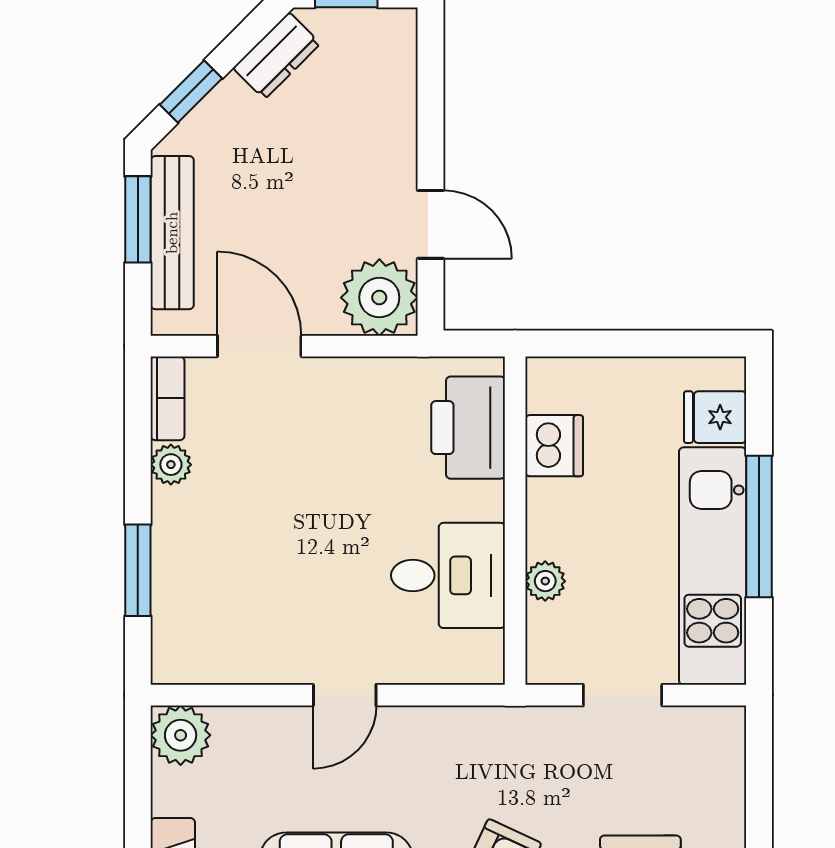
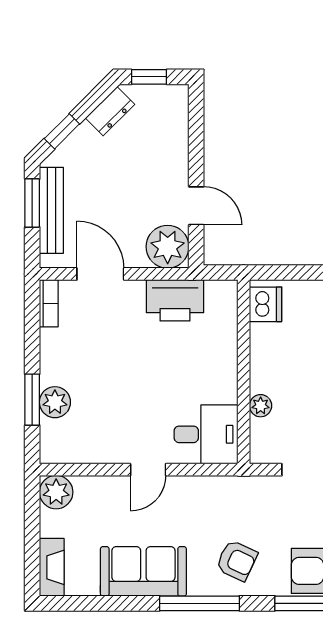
printer: (468, 428) -> (175, 300), moved, turned -90
dishwasher: (554, 446) -> (266, 304), moved
plant: (171, 465) -> (55, 402), moved, width x1.38, depth x1.38
desk: (448, 575) -> (206, 434), moved

